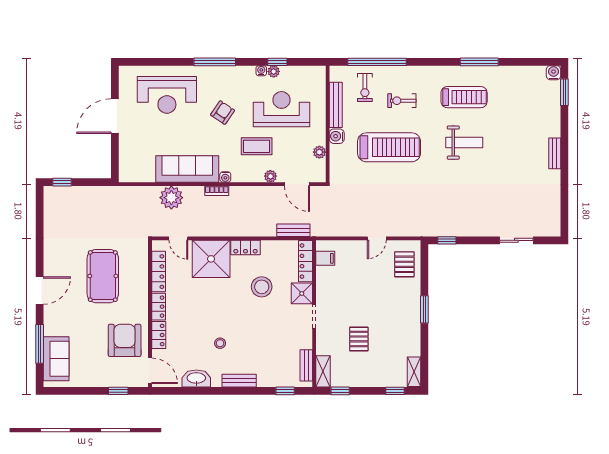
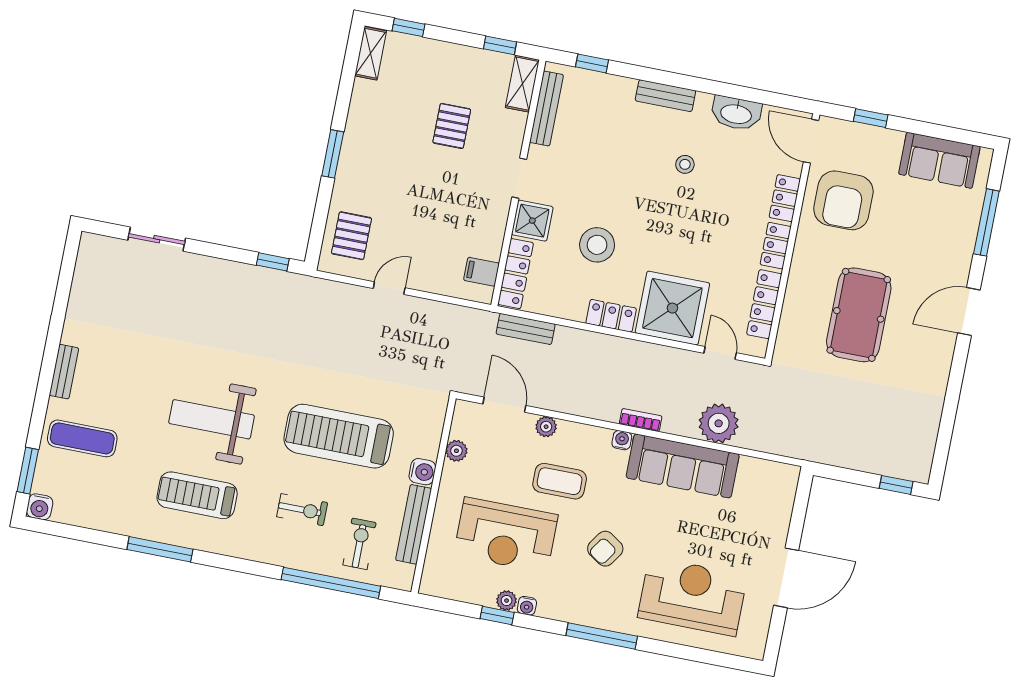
exercise mat: (537, 117) -> (82, 438), added
weight bench: (464, 143) -> (212, 419), width x1.36, depth x1.33
sofa: (56, 359) -> (939, 160), moved, turned -90
bench: (306, 365) -> (546, 109), width x1.36

